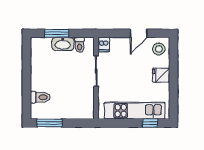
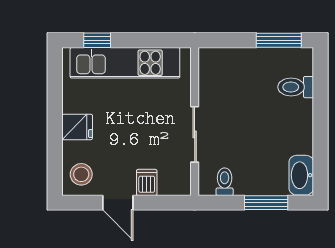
door: (139, 33) -> (118, 203), swing flipped
washbasin: (63, 44) -> (301, 175), moved, turned -90
dishwasher: (104, 45) -> (147, 182), moved

